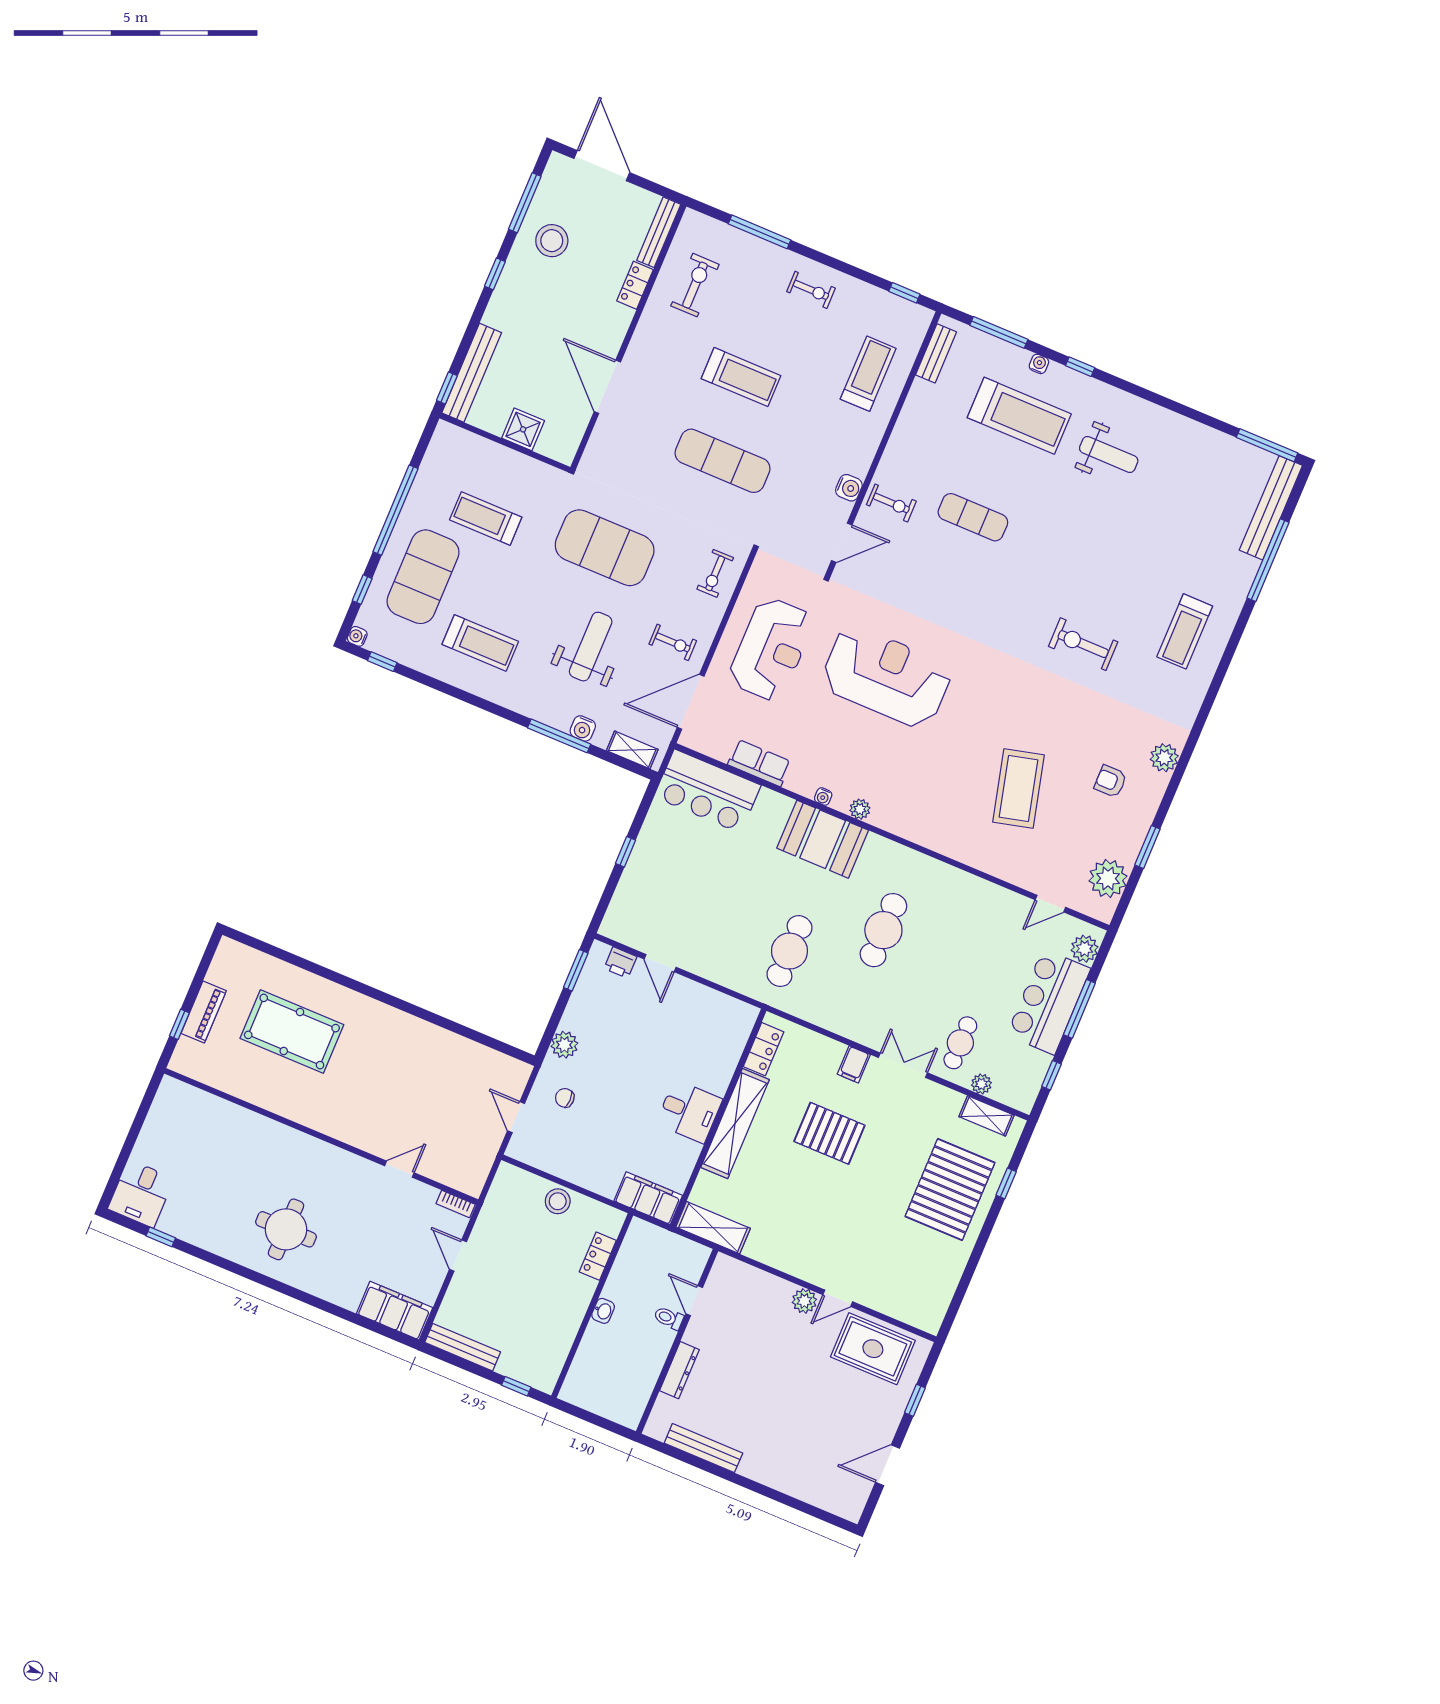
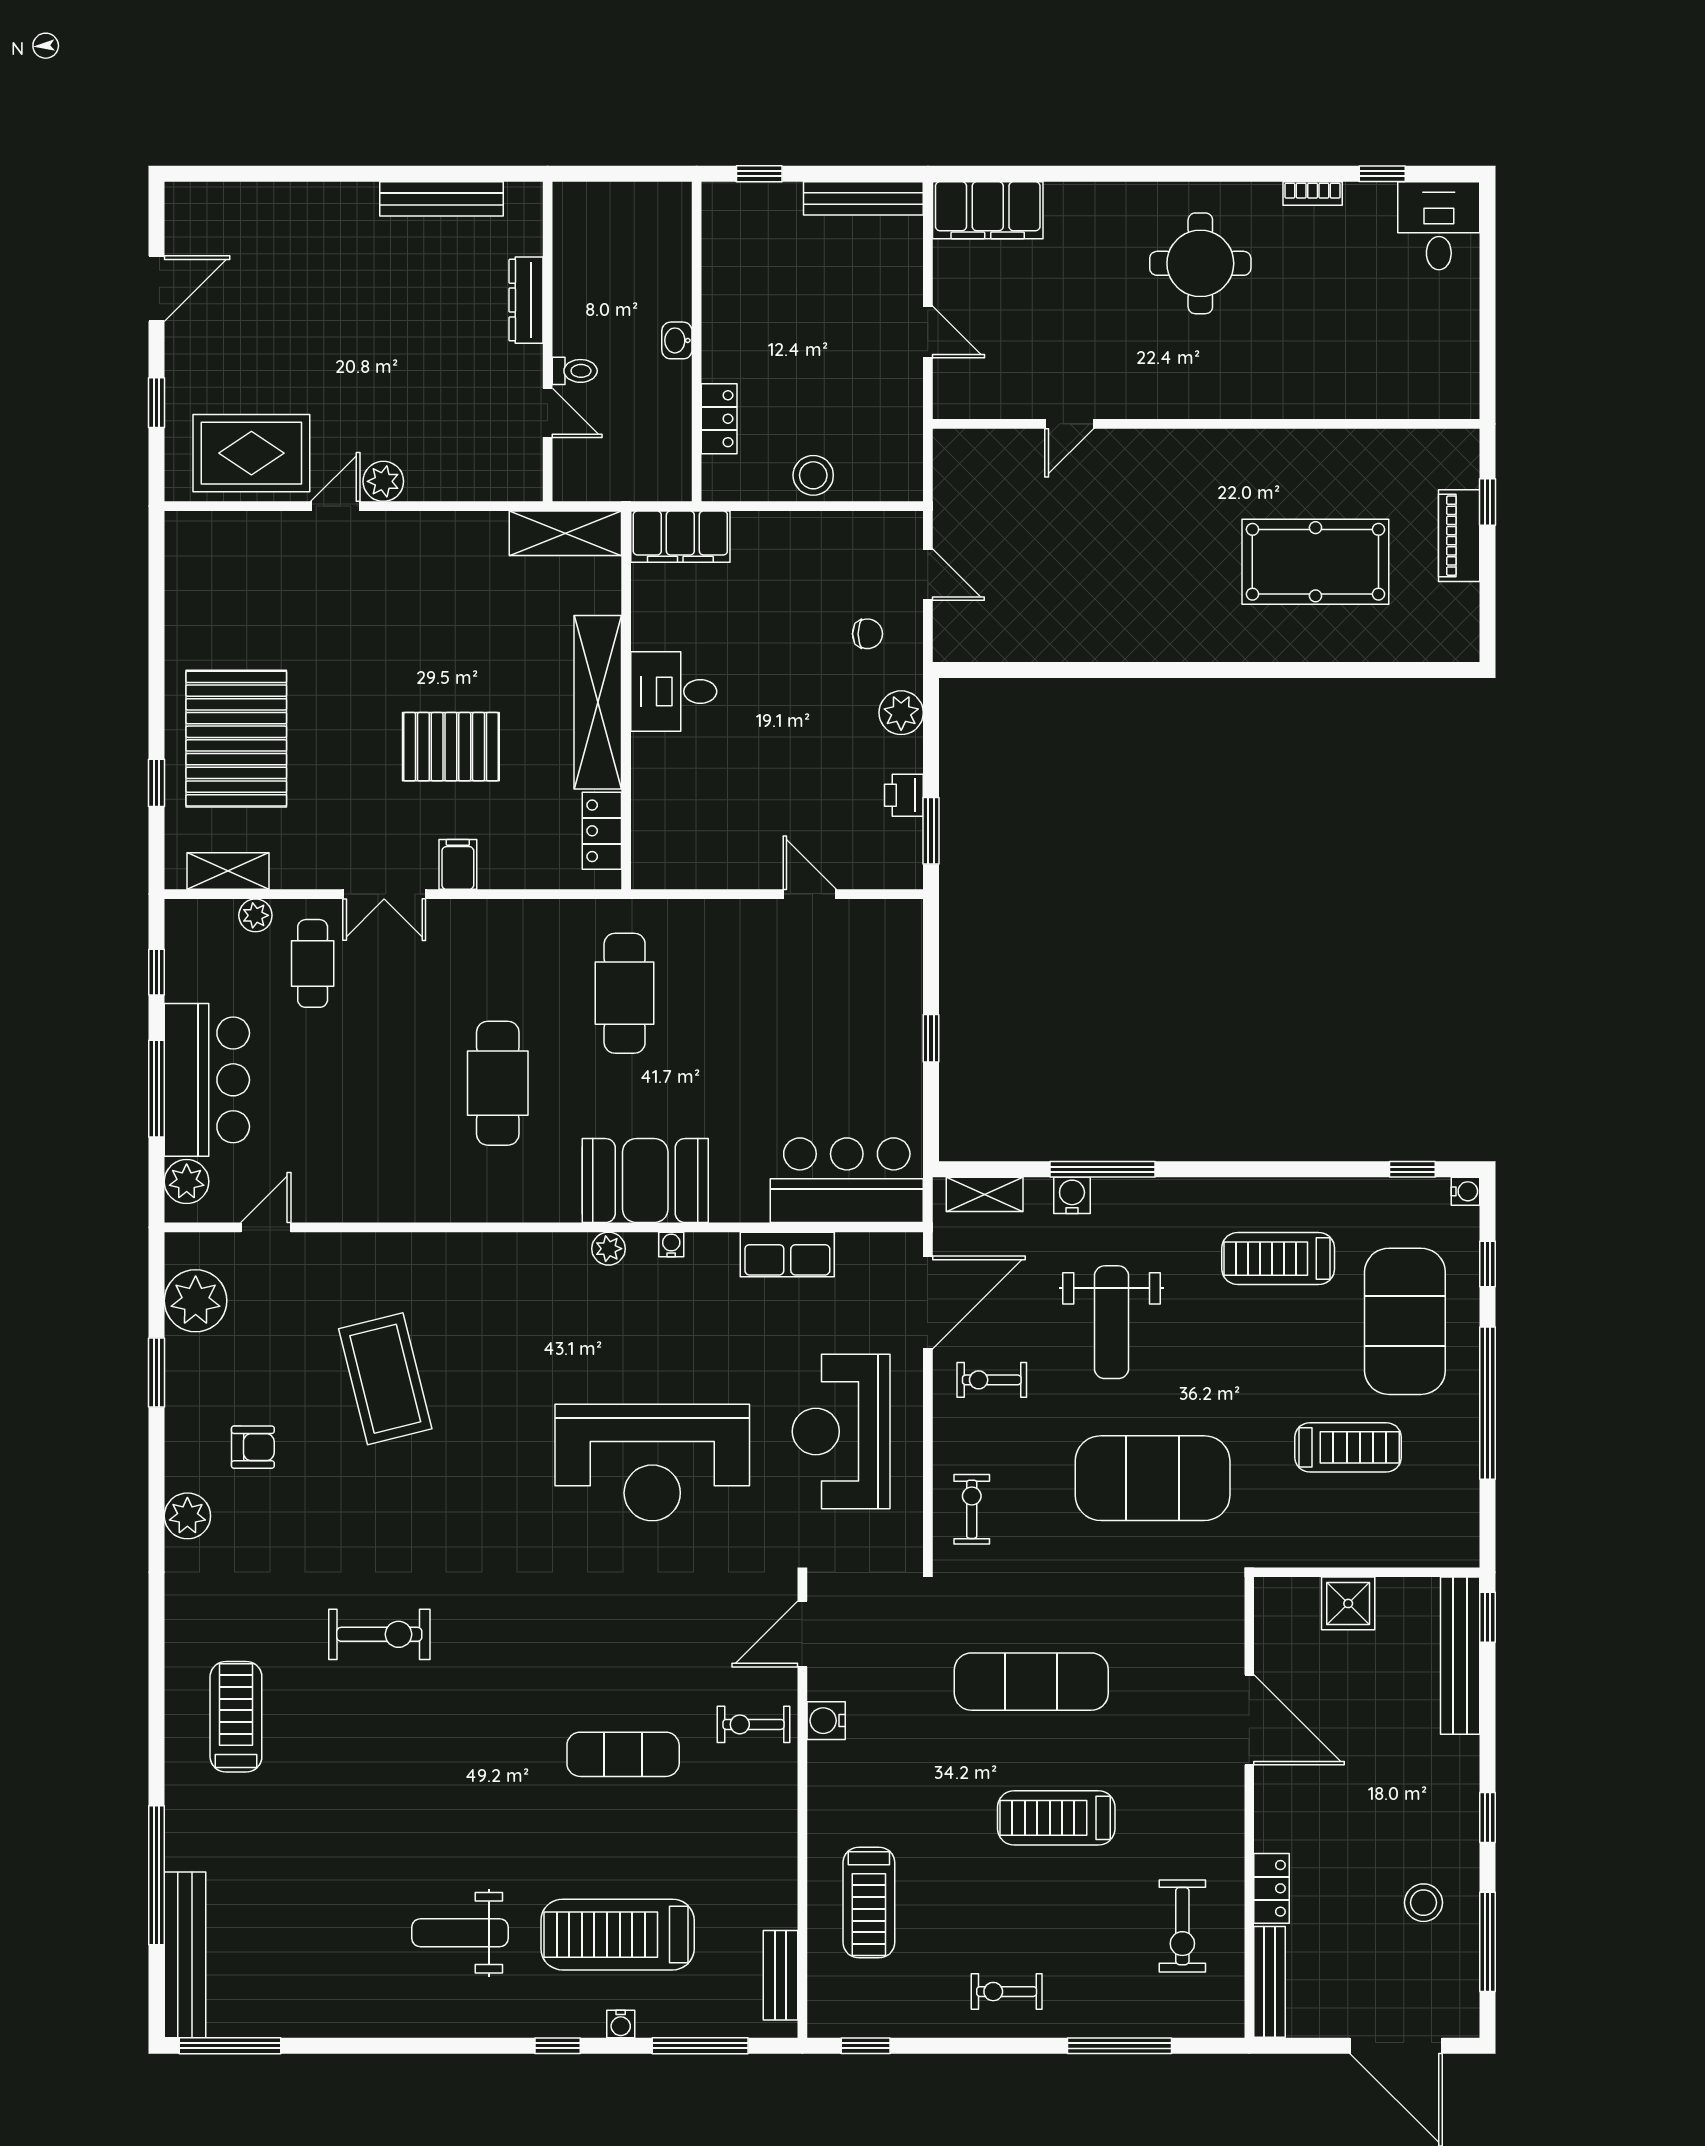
stool: (552, 241) -> (1423, 1903), width x0.73, depth x0.73
printer: (620, 963) -> (904, 795), moved, turned -90
bookcase: (456, 1204) -> (1313, 193), moved, turned 180

